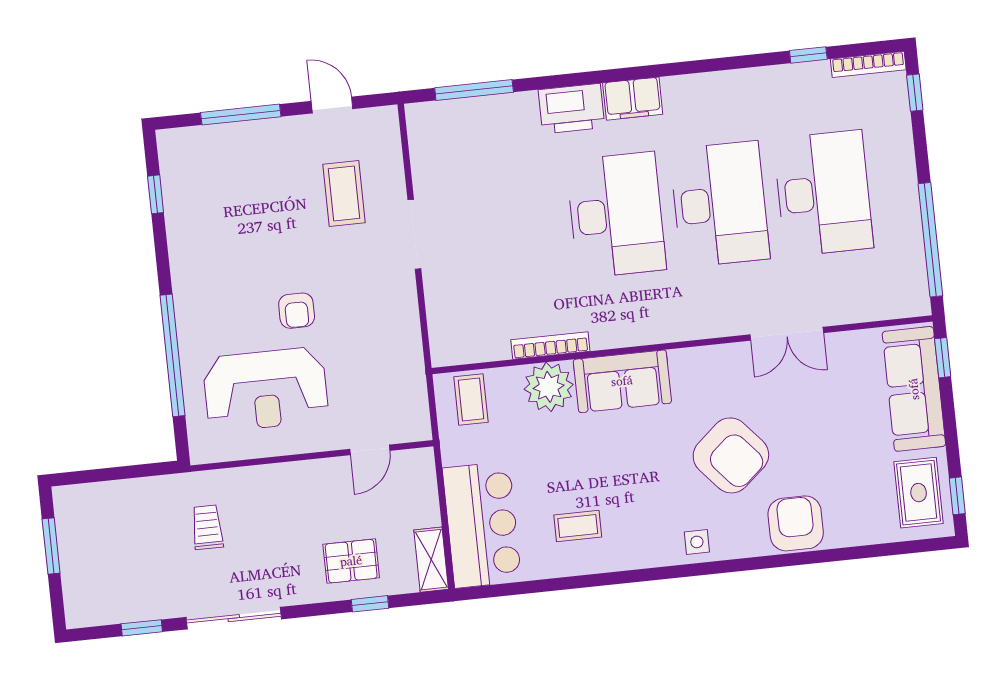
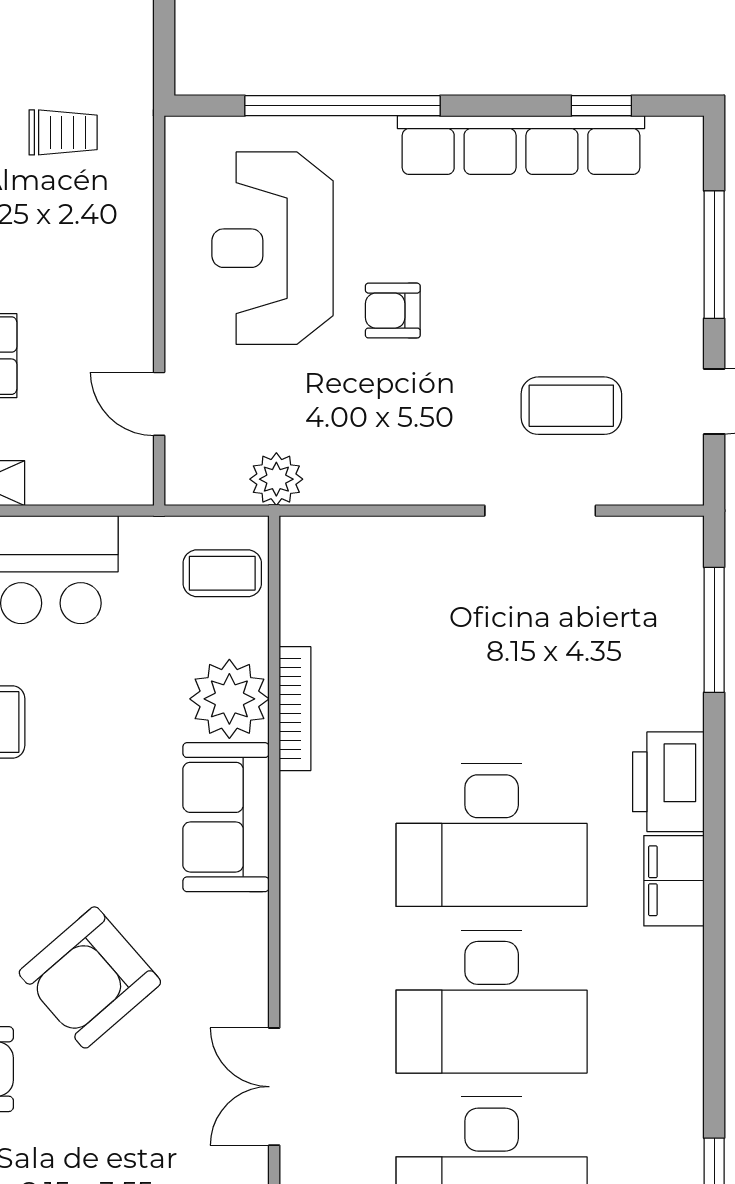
doorway: (414, 234) -> (540, 511), moved
row of seats: (185, 242) -> (521, 145), added
plant: (409, 372) -> (276, 479), added

